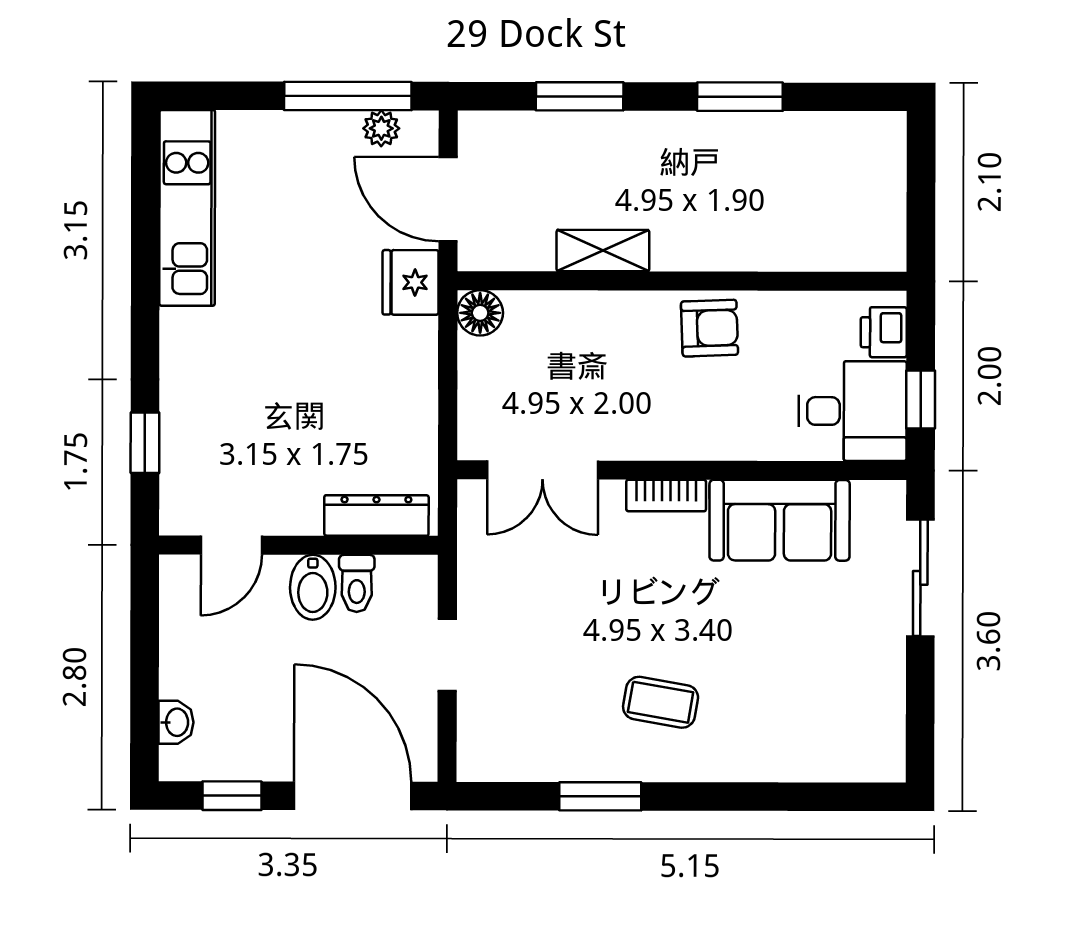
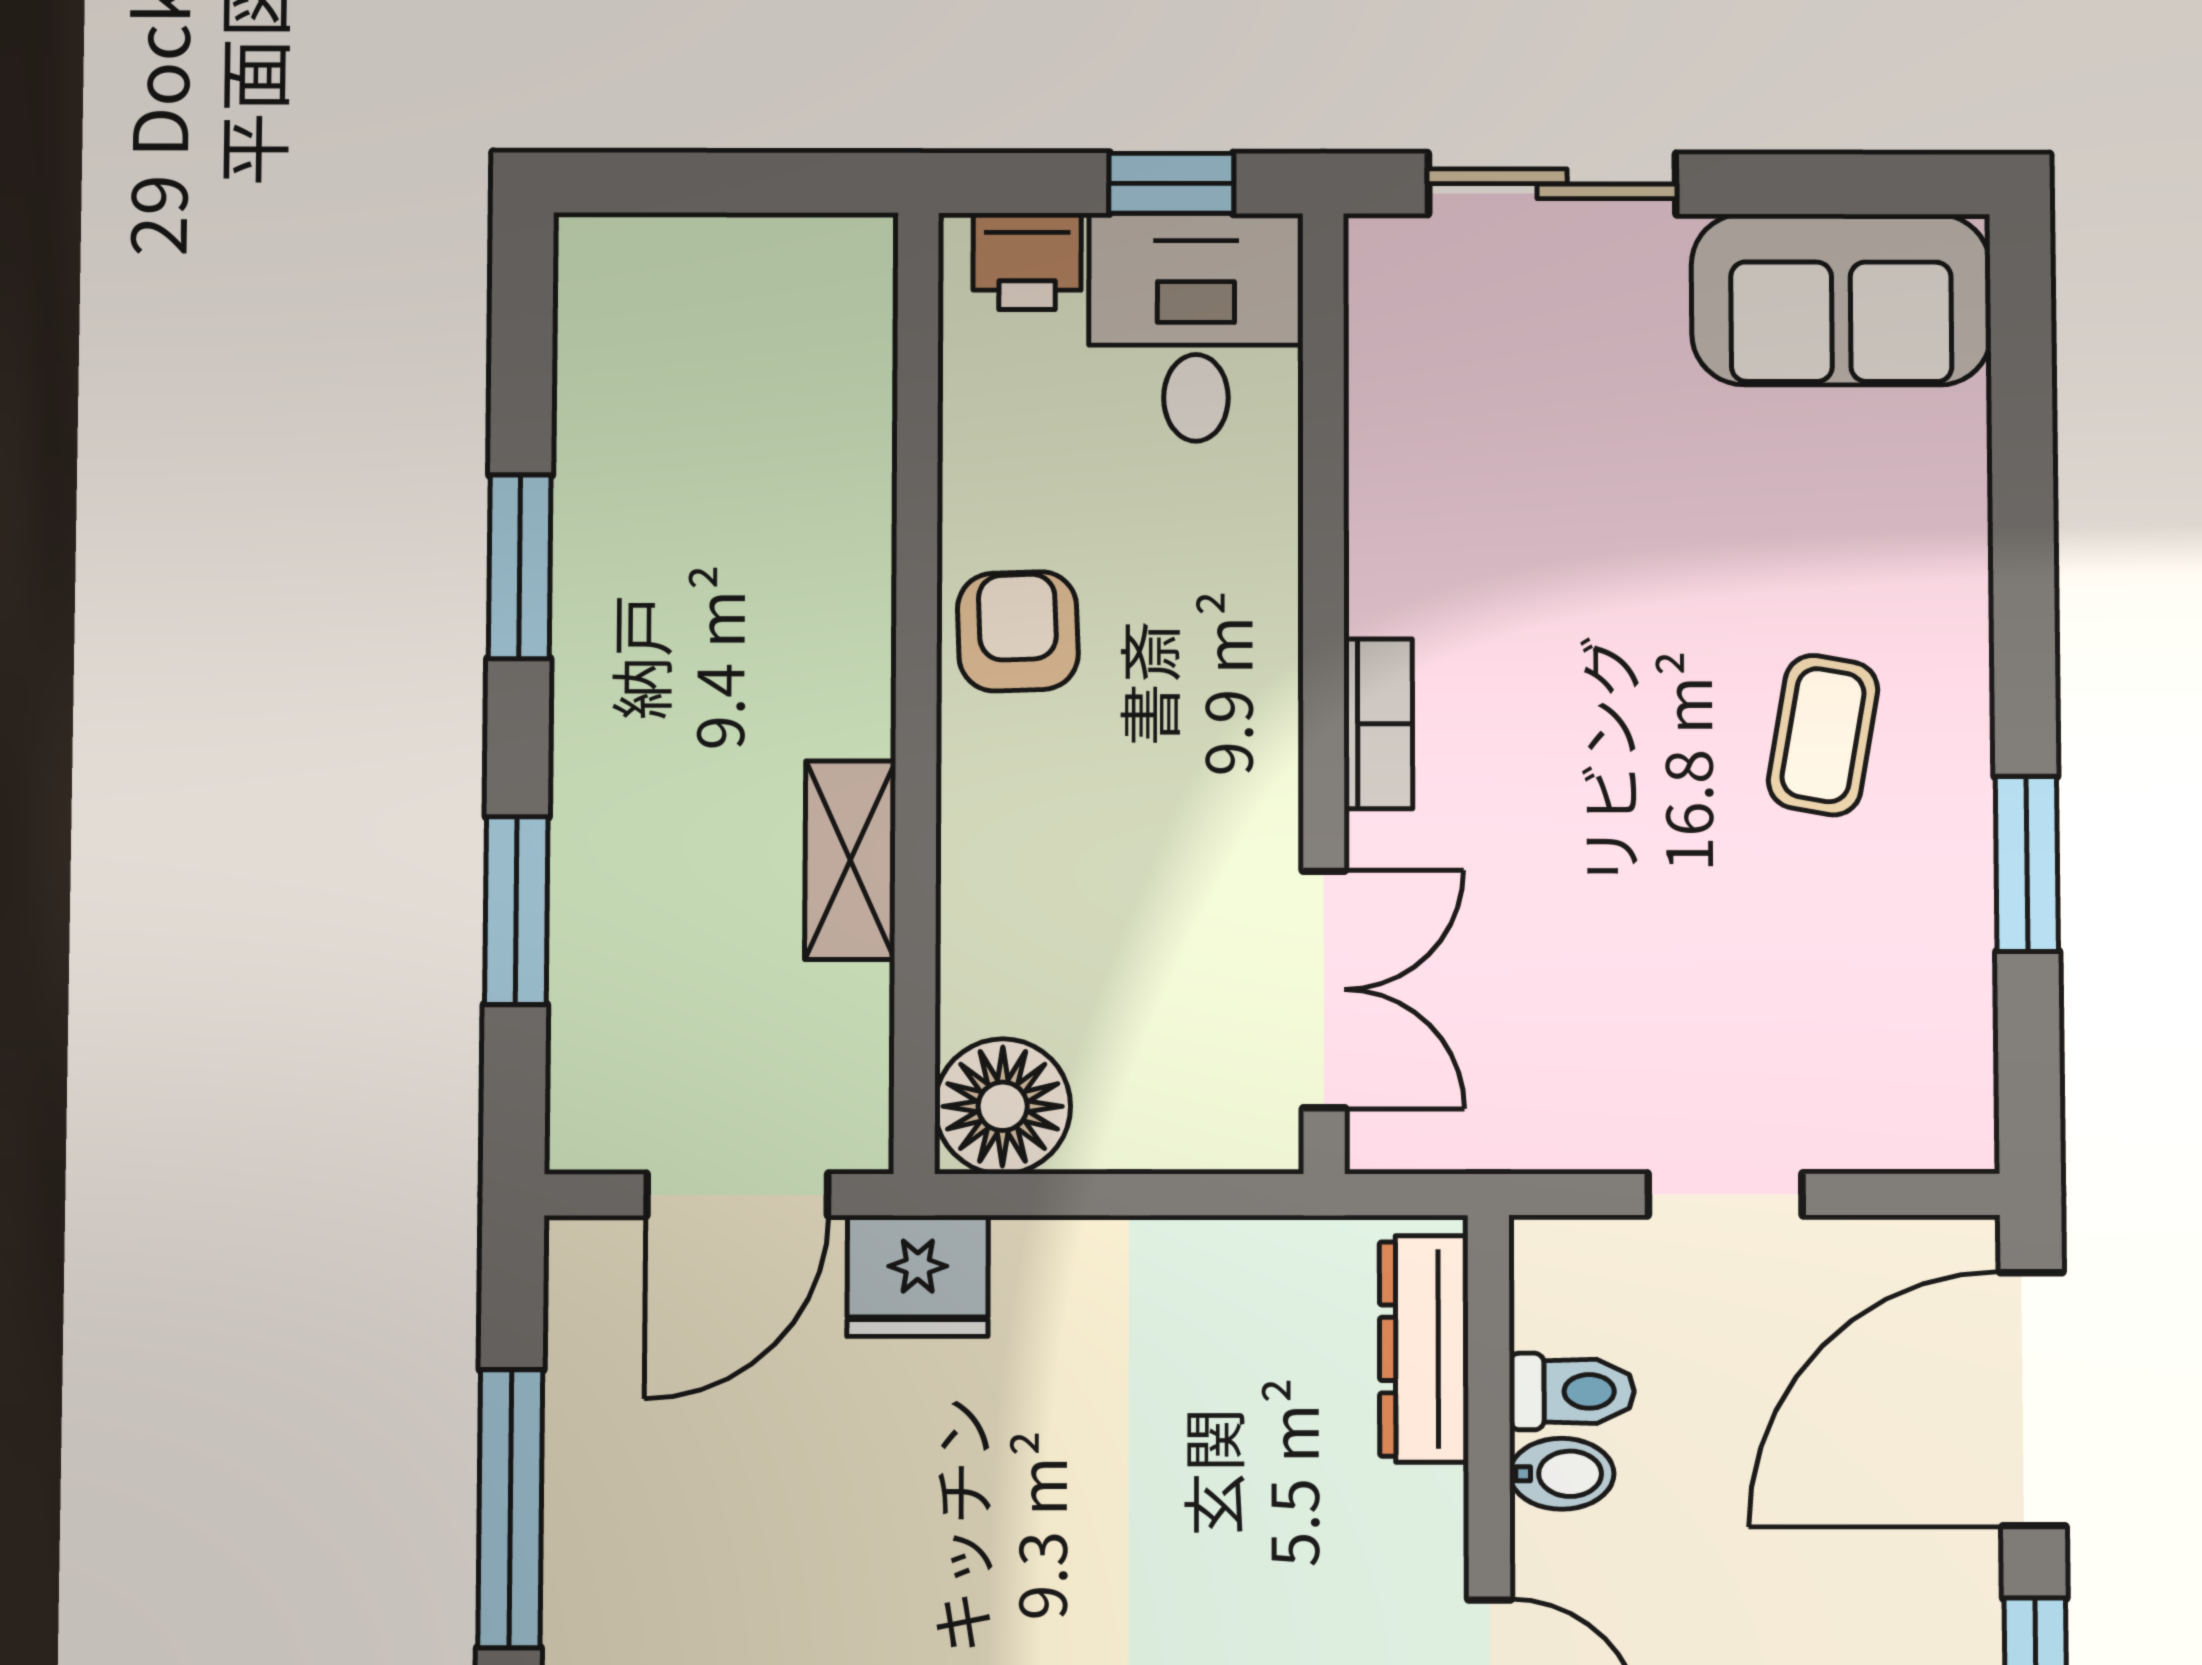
window: (348, 96) -> (510, 1508), moved
plant: (381, 128) -> (582, 1340), removed
floor lamp: (480, 313) -> (1003, 1106), width x1.38, depth x1.38
sofa: (780, 520) -> (1841, 299), moved, turned 90
bidet: (313, 587) -> (1562, 1474), width x0.72, depth x0.74

